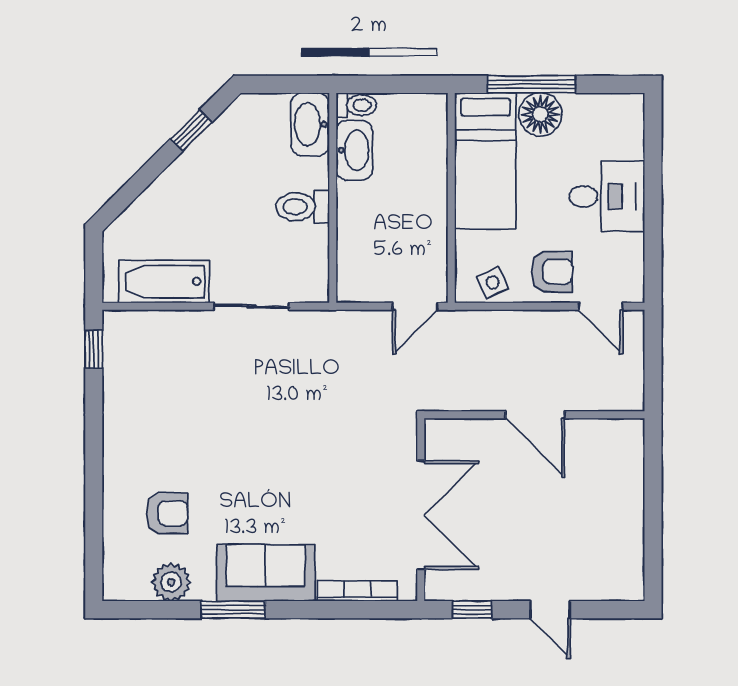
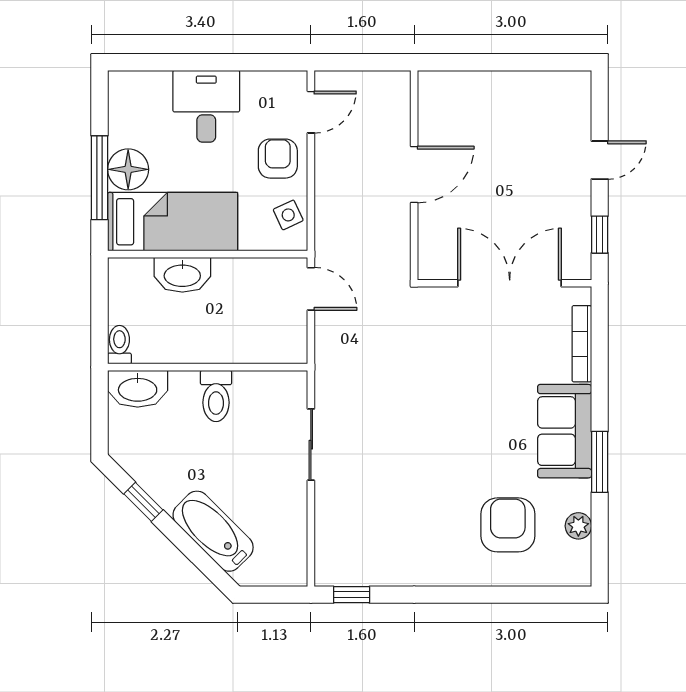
washbasin: (354, 150) -> (182, 275), moved, turned 180
bathtub: (164, 281) -> (213, 531), moved, turned 135
armchair: (167, 513) -> (508, 525), width x1.38, depth x1.38
plant: (171, 582) -> (578, 526), width x0.73, depth x0.73

